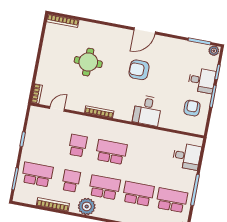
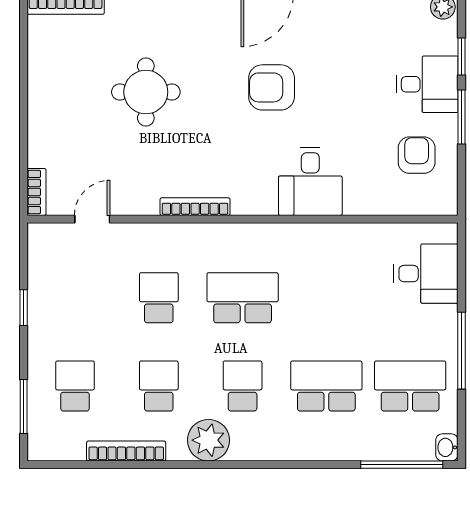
school desk: (37, 175) -> (75, 386), width x0.54
school desk: (105, 187) -> (243, 386), width x0.54

